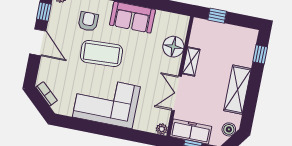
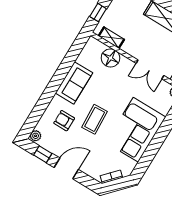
coffee table: (101, 53) -> (95, 119), width x0.73, depth x0.76
shelving: (191, 61) -> (111, 38), moved

